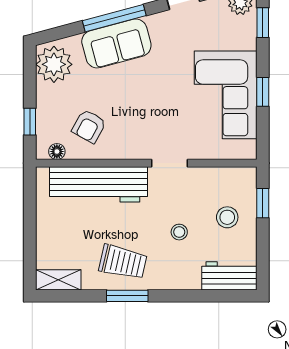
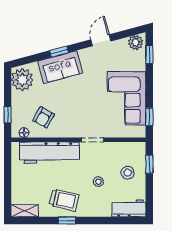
window: (114, 18) -> (59, 52), width x0.46
window: (263, 92) -> (149, 117), moved
window: (127, 296) -> (67, 221), width x0.67

